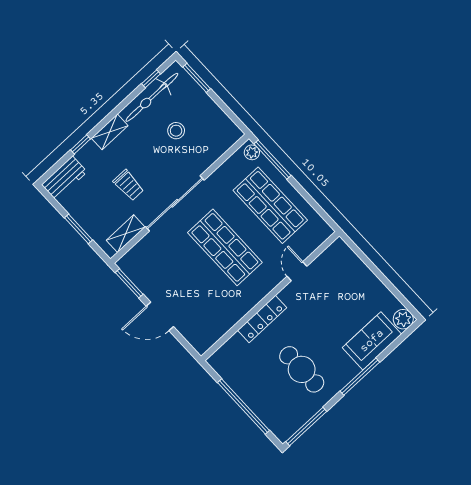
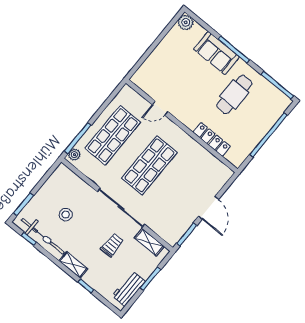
workbench: (64, 178) -> (129, 289), moved, turned -90
locker: (262, 319) -> (212, 139), moved
sofa: (372, 341) -> (216, 53), moved

